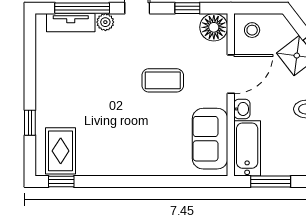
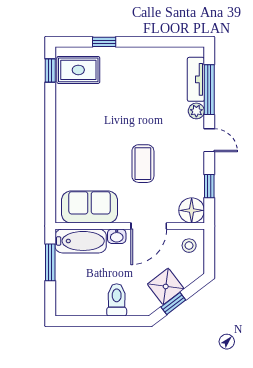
door: (231, 74) -> (149, 226), hinge flipped

